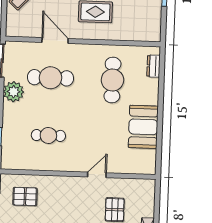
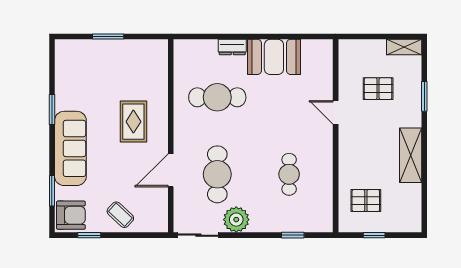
dresser: (154, 66) -> (232, 47), moved
pallet: (25, 196) -> (366, 201), turned 90

